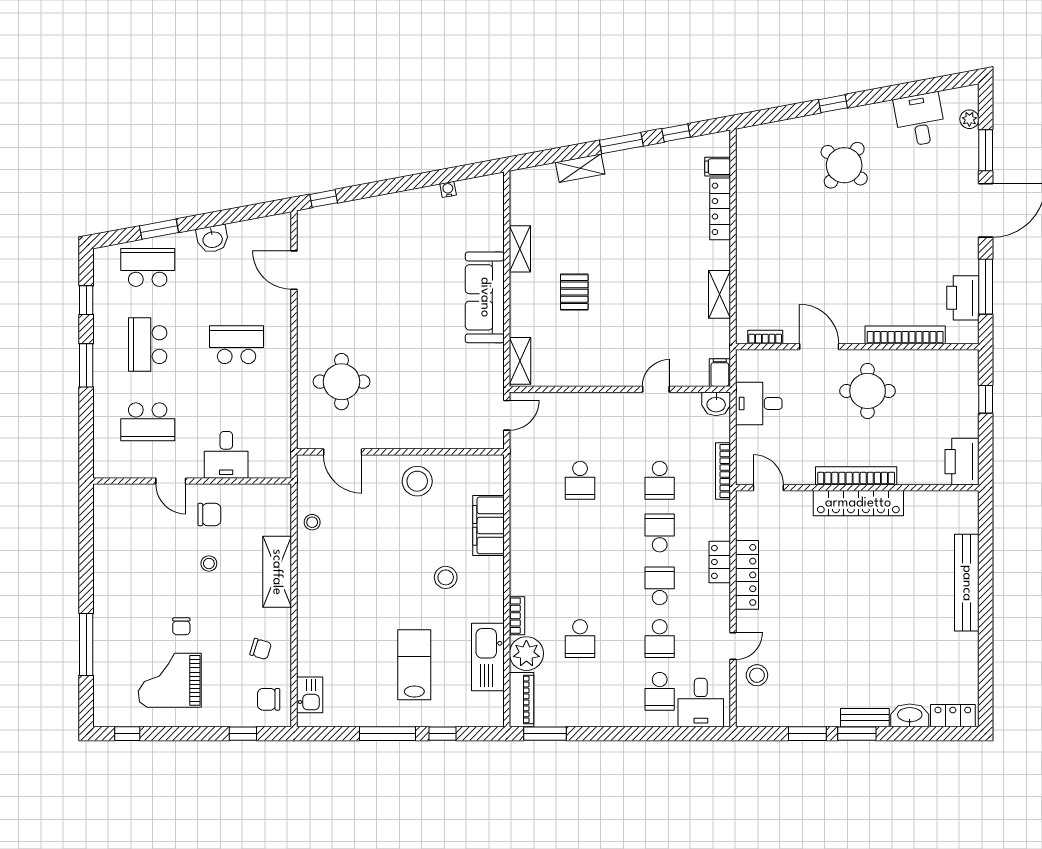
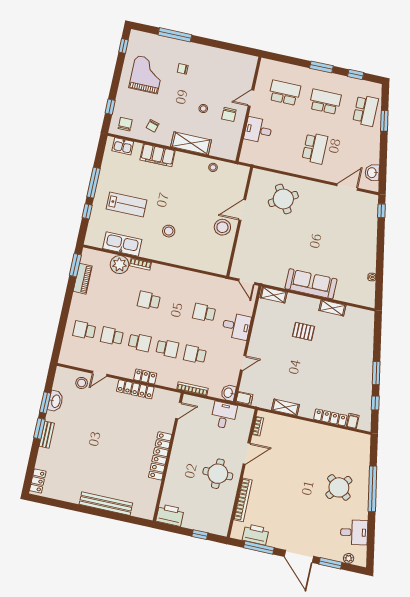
window: (833, 104) -> (372, 489), width x3.17
shelving: (580, 168) -> (368, 349), removed
washbasin: (212, 239) -> (372, 173), moved
round table: (341, 382) -> (283, 199), turned -31
door: (656, 389) -> (243, 363), hinge flipped
school desk: (148, 422) -> (285, 93), turned 90
door: (343, 452) -> (242, 210), moved
bookcase: (856, 476) -> (175, 458), removed
filing cabinet: (488, 525) -> (158, 155), moved, turned 180
chair: (181, 626) -> (183, 69), moved
school desk: (580, 639) -> (149, 301), moved
door: (733, 646) -> (100, 374), hinge flipped
piano: (522, 699) -> (83, 279), moved, turned -90
desk: (701, 703) -> (236, 326), moved, turned 180
washbasin: (910, 715) -> (55, 401), moved

